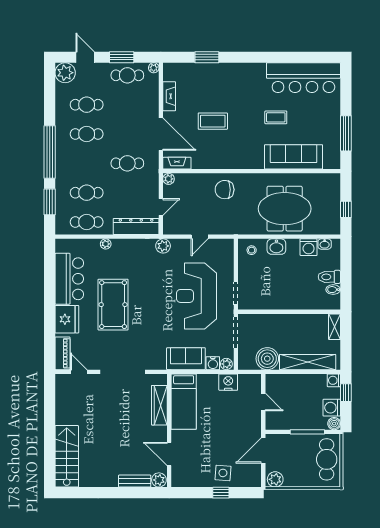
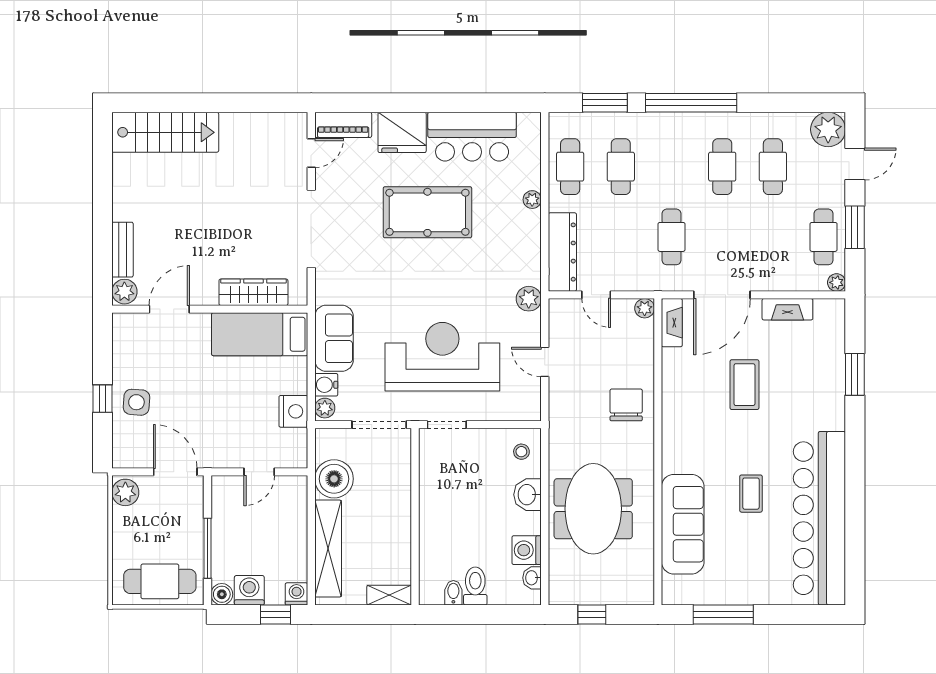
bar counter: (303, 78) -> (819, 518), width x1.36

